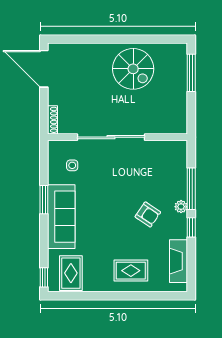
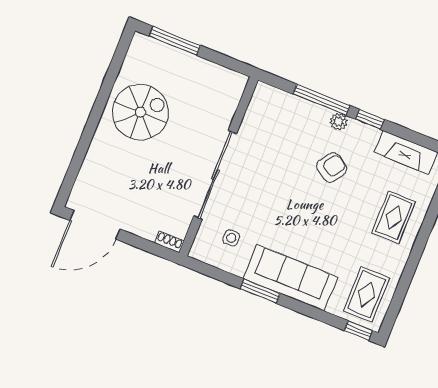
shoe rack: (53, 120) -> (169, 242), width x0.70
rug: (71, 273) -> (367, 294), turned 90

